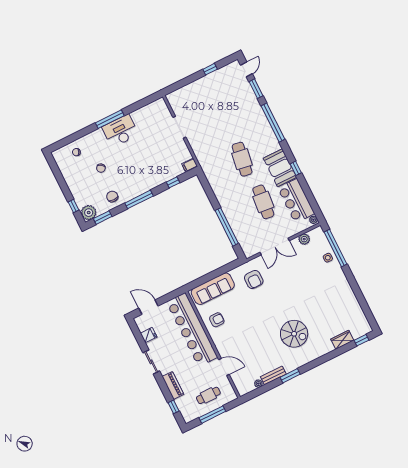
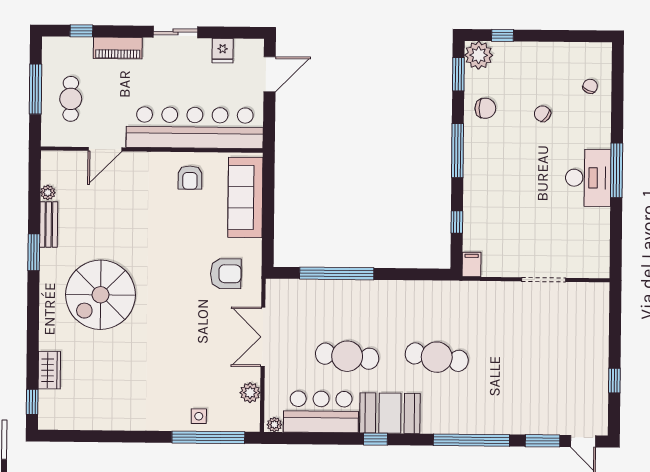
armchair: (254, 279) -> (226, 274), turned 180
spiral stairs: (294, 334) -> (101, 295), width x1.37, depth x1.37

